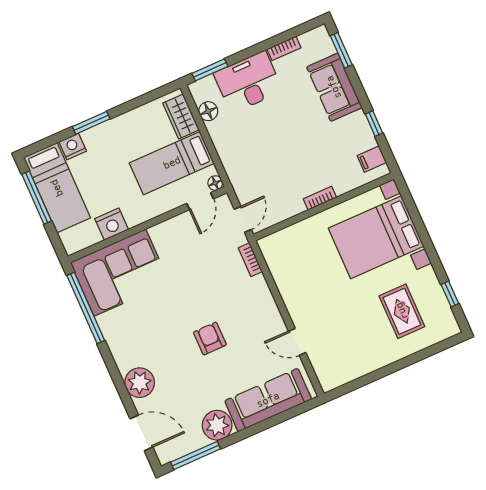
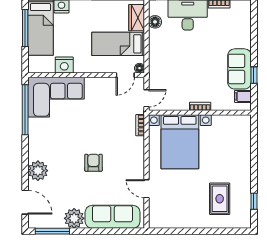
window: (341, 50) -> (254, 21), removed
sofa: (334, 87) -> (240, 69), moved
bed with nightstands: (376, 237) -> (180, 142), moved, turned -90

